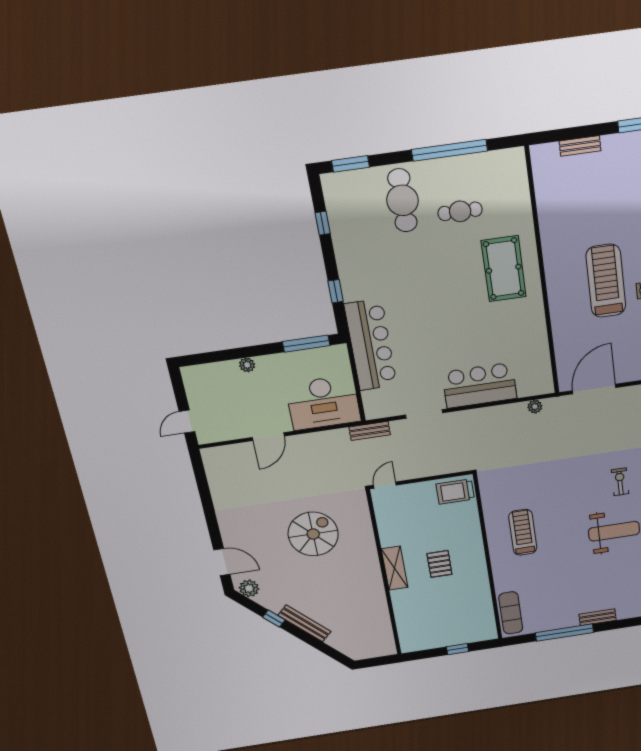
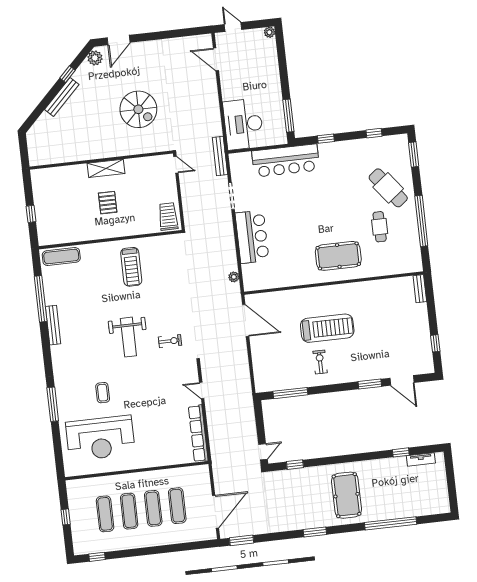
bench: (580, 146) -> (420, 289), moved
cafe table: (402, 200) -> (388, 188), turned 52
plant: (247, 365) -> (269, 32), moved
bench: (370, 431) -> (220, 156), width x1.36
door: (268, 437) -> (216, 59), moved
treadmill: (523, 532) -> (131, 267), turned 90
pallet: (439, 564) -> (108, 203), turned 90
bench: (598, 617) -> (53, 325), width x1.36

